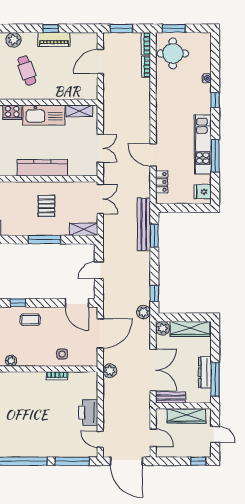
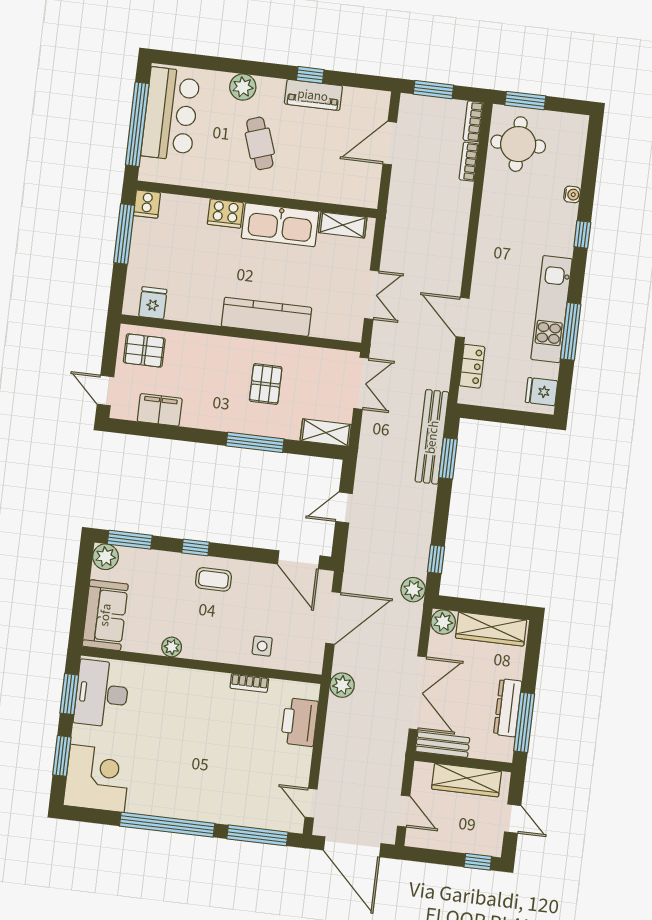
printer: (88, 413) -> (299, 722), moved

